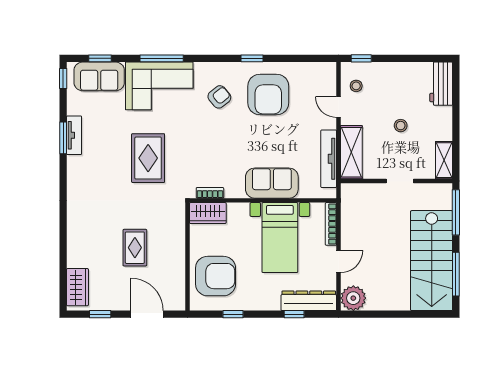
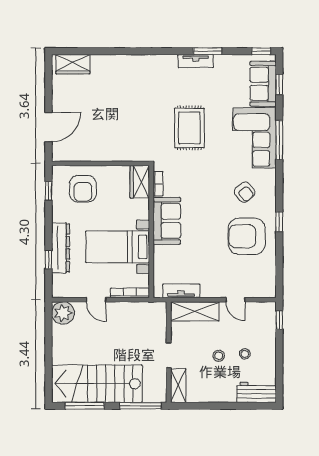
stool: (356, 86) -> (245, 354), moved
door: (339, 107) -> (235, 300), swing flipped
tv unit: (74, 135) -> (196, 61), moved
rug: (148, 158) -> (189, 128), turned 90
tv unit: (329, 159) -> (181, 291), width x0.71
shelving: (444, 160) -> (178, 386), moved, turned 90
sofa: (272, 183) -> (167, 221), moved
rug: (135, 248) -> (109, 116), removed
armchair: (216, 276) -> (83, 189), width x0.73, depth x0.73
dresser: (309, 301) -> (61, 248), moved
window: (100, 314) -> (48, 85), removed
window: (233, 314) -> (48, 191), moved

